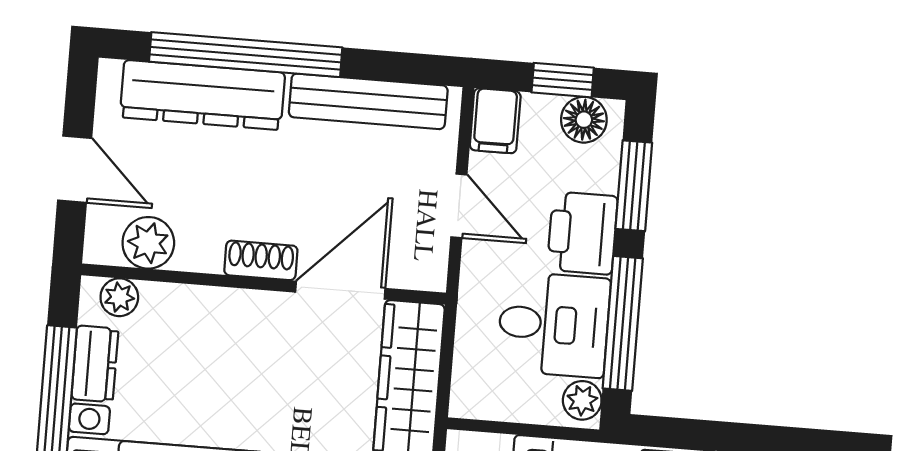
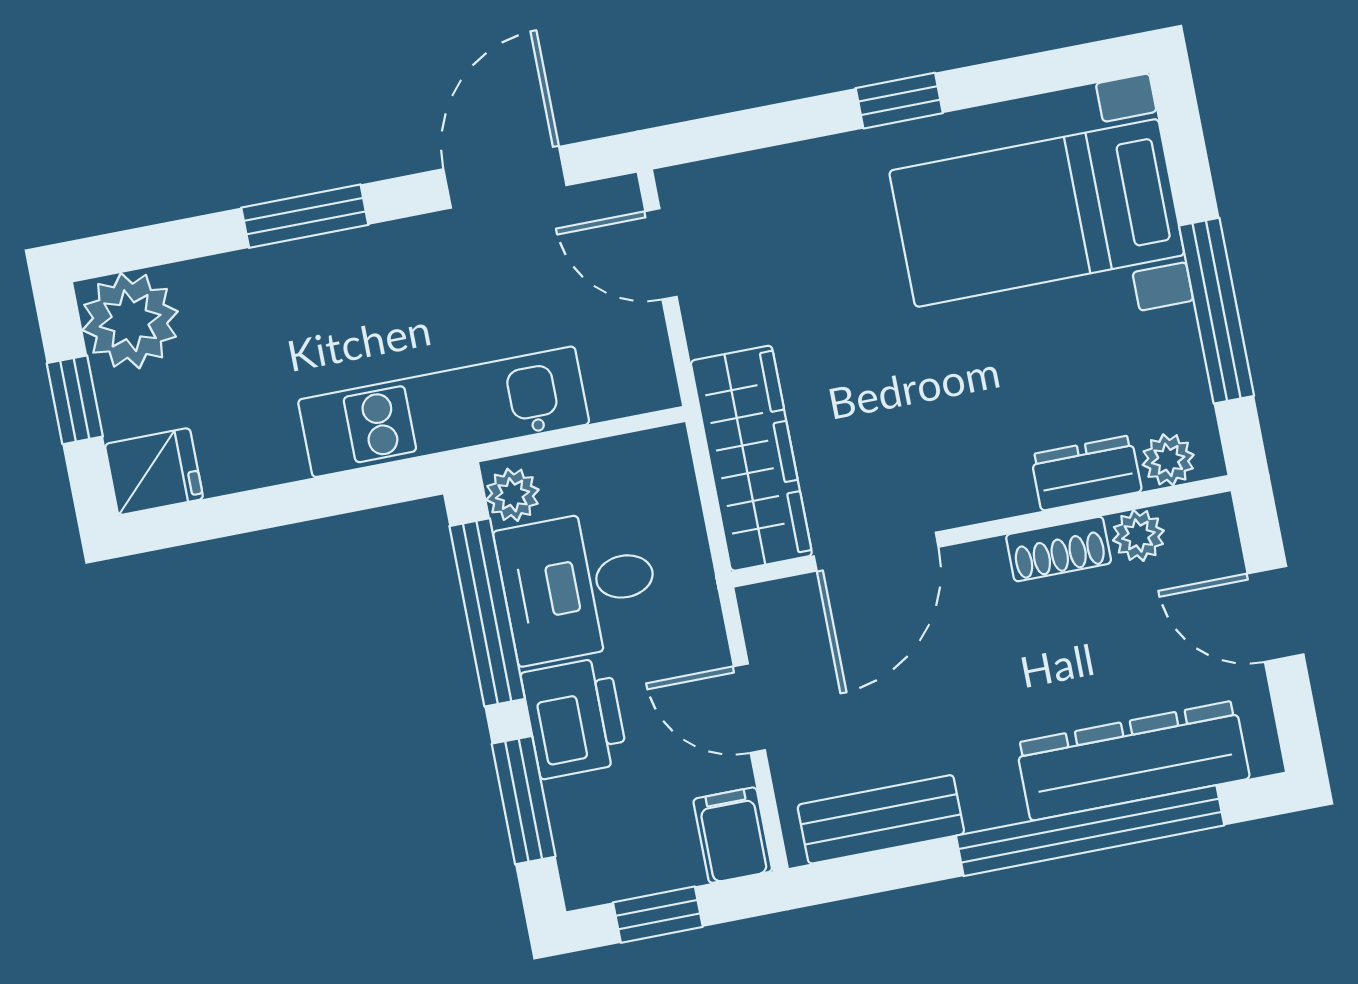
bench: (368, 101) -> (881, 819), width x0.73
floor lamp: (584, 120) -> (615, 870), removed
plant: (148, 243) -> (1138, 536), width x0.73, depth x0.73
shoe rack: (261, 260) -> (1059, 549), moved
dresser: (95, 364) -> (1086, 473), moved, turned 90

